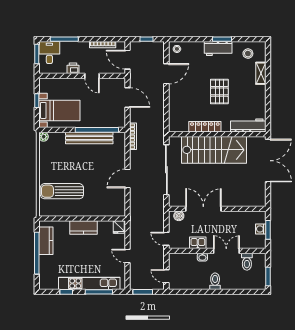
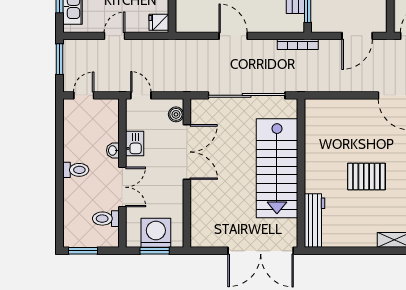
locker: (205, 127) -> (312, 154), removed
washing machine: (261, 229) -> (156, 233), width x1.89, depth x1.89
door: (166, 239) -> (141, 95), hinge flipped

